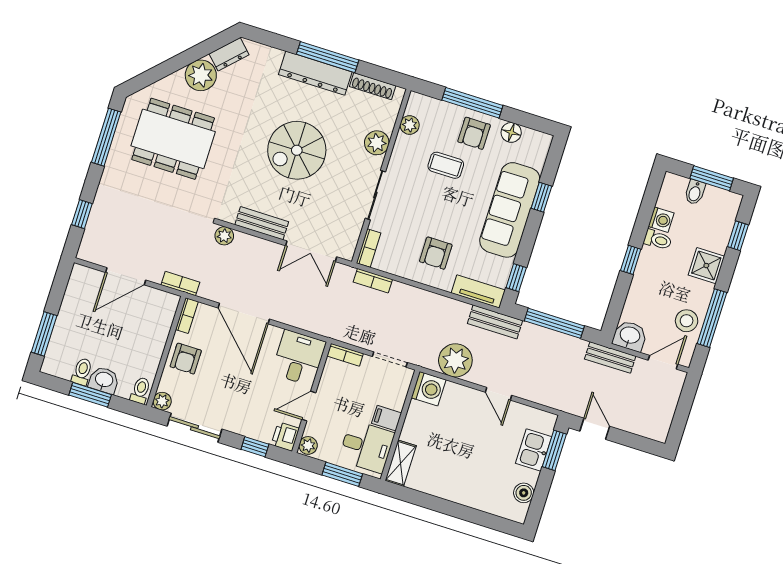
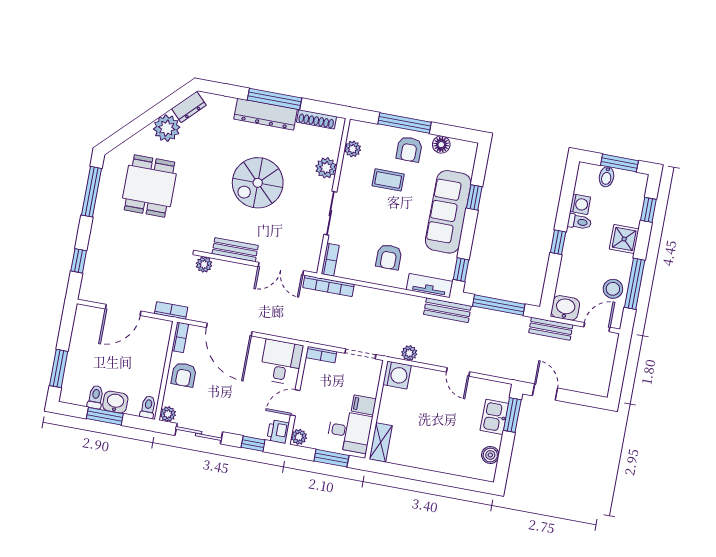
dining table: (173, 139) -> (149, 186), width x0.73
bookcase: (373, 281) -> (328, 286), width x1.56
plant: (455, 360) -> (409, 353), width x0.53, depth x0.53

